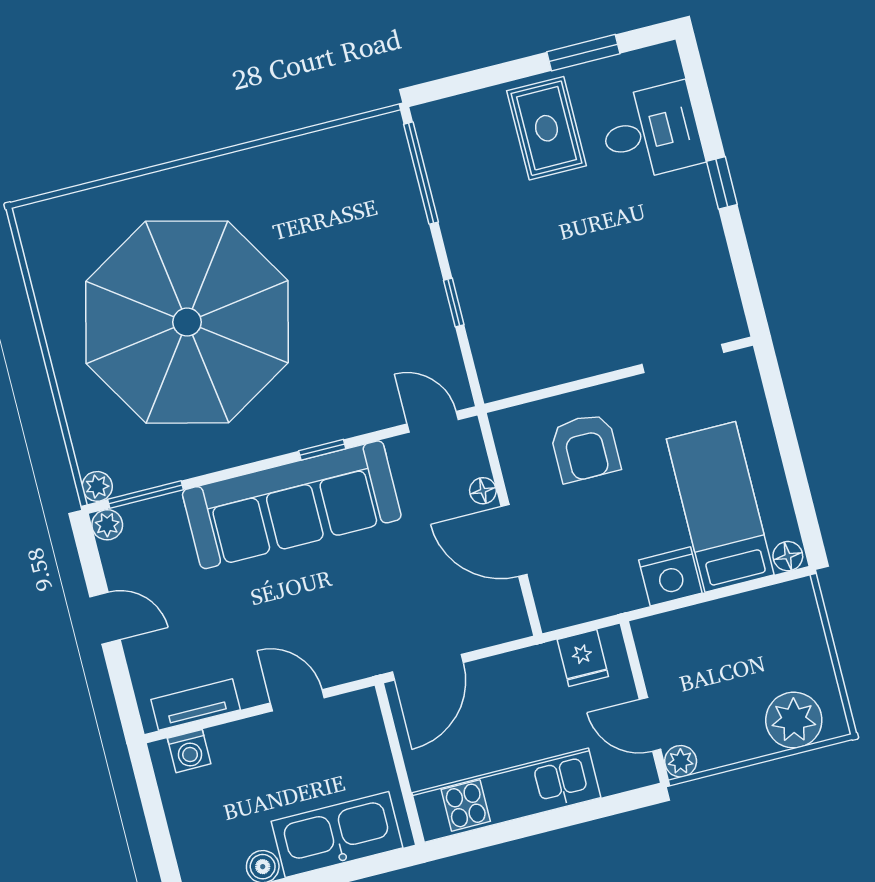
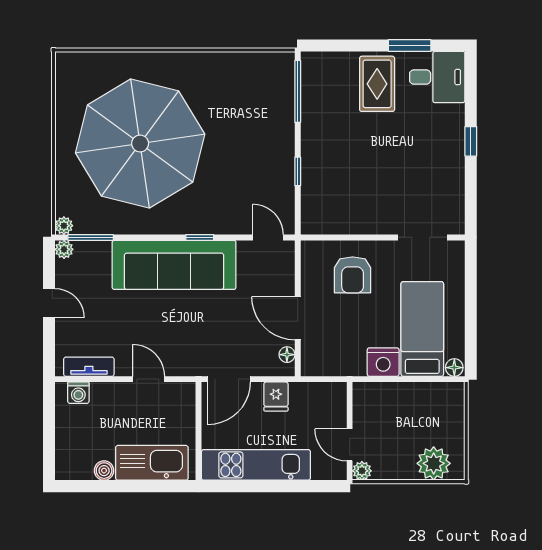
desk: (651, 132) -> (437, 77), moved
floor lamp: (483, 491) -> (287, 355), moved
fridge: (583, 658) -> (276, 397), moved

